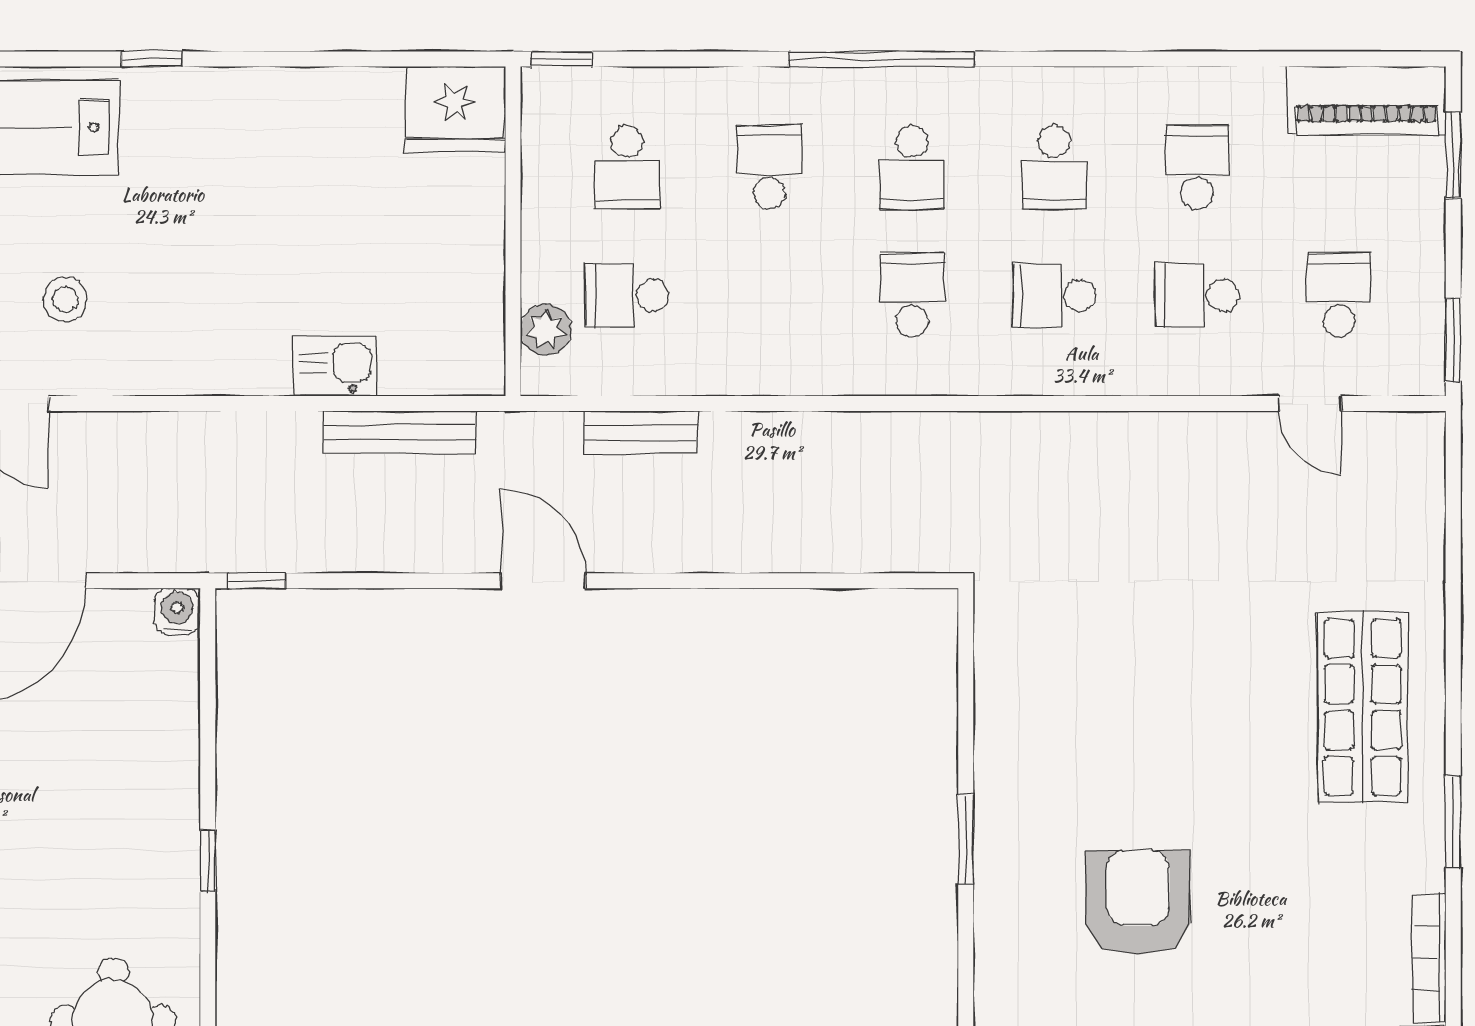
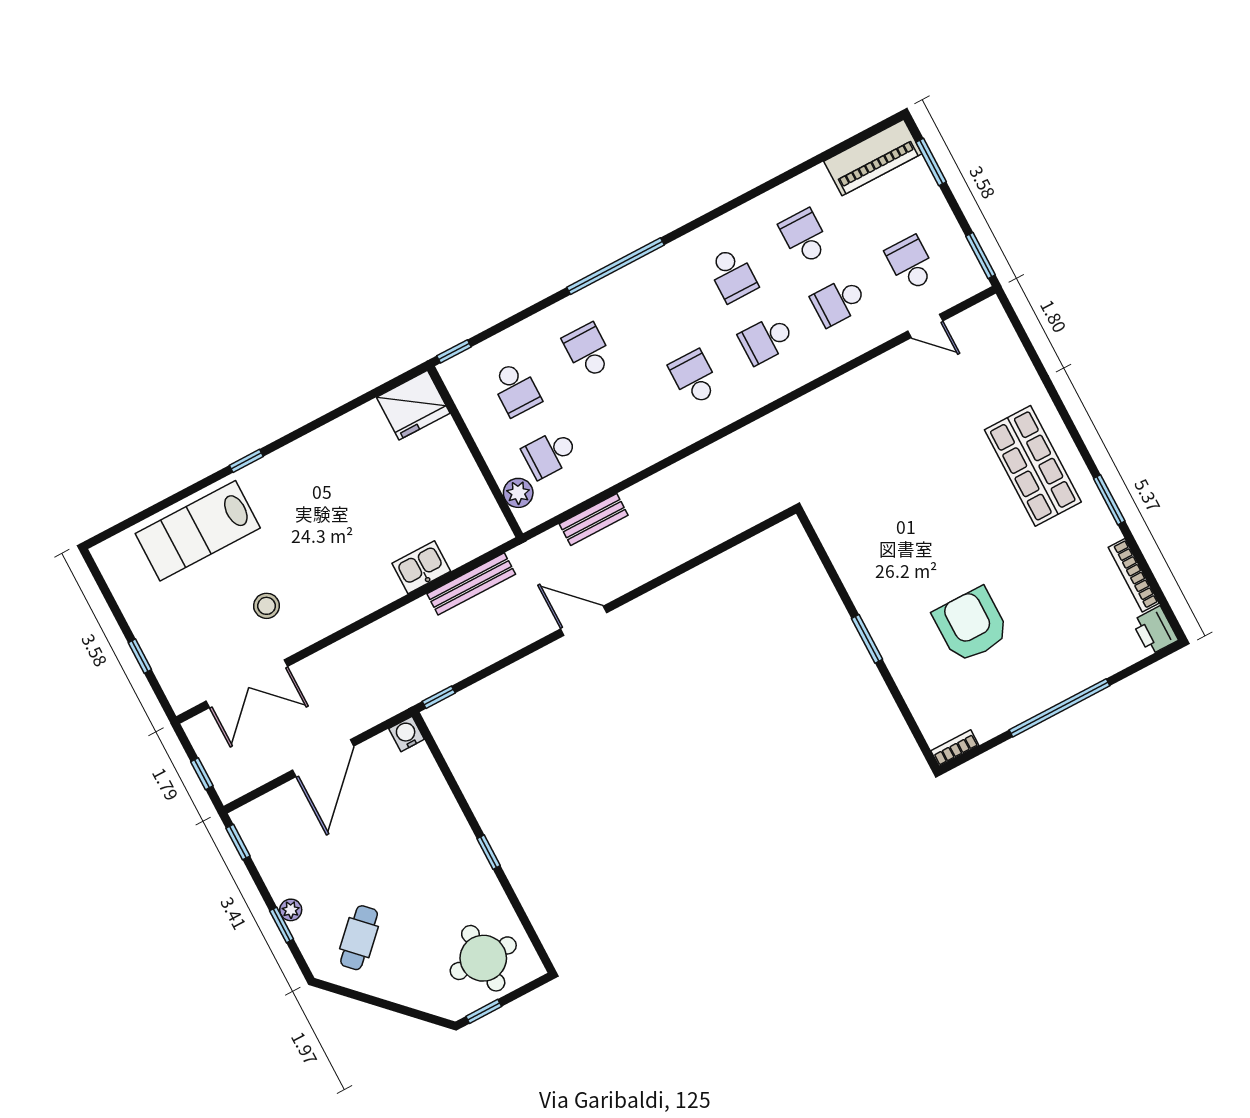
school desk: (912, 167) -> (660, 313), removed

